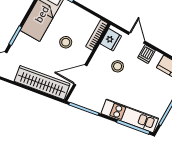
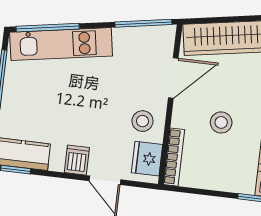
stool: (118, 66) -> (143, 121), moved

